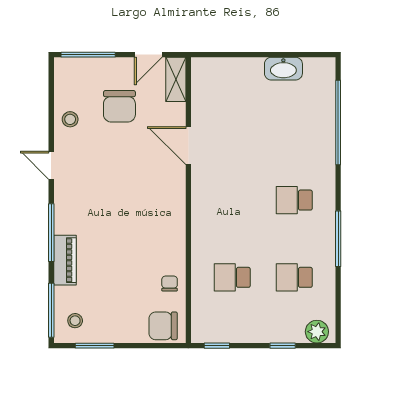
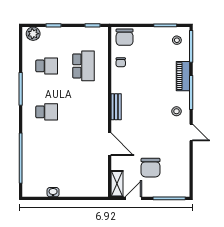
washbasin: (283, 69) -> (53, 192), width x0.52, depth x0.69
chair: (119, 106) -> (150, 168), turned 180
stool: (70, 119) -> (177, 111), moved
bench: (177, 209) -> (116, 107), added
school desk: (232, 277) -> (83, 66), width x1.85
chair: (163, 326) -> (125, 37), turned 90

